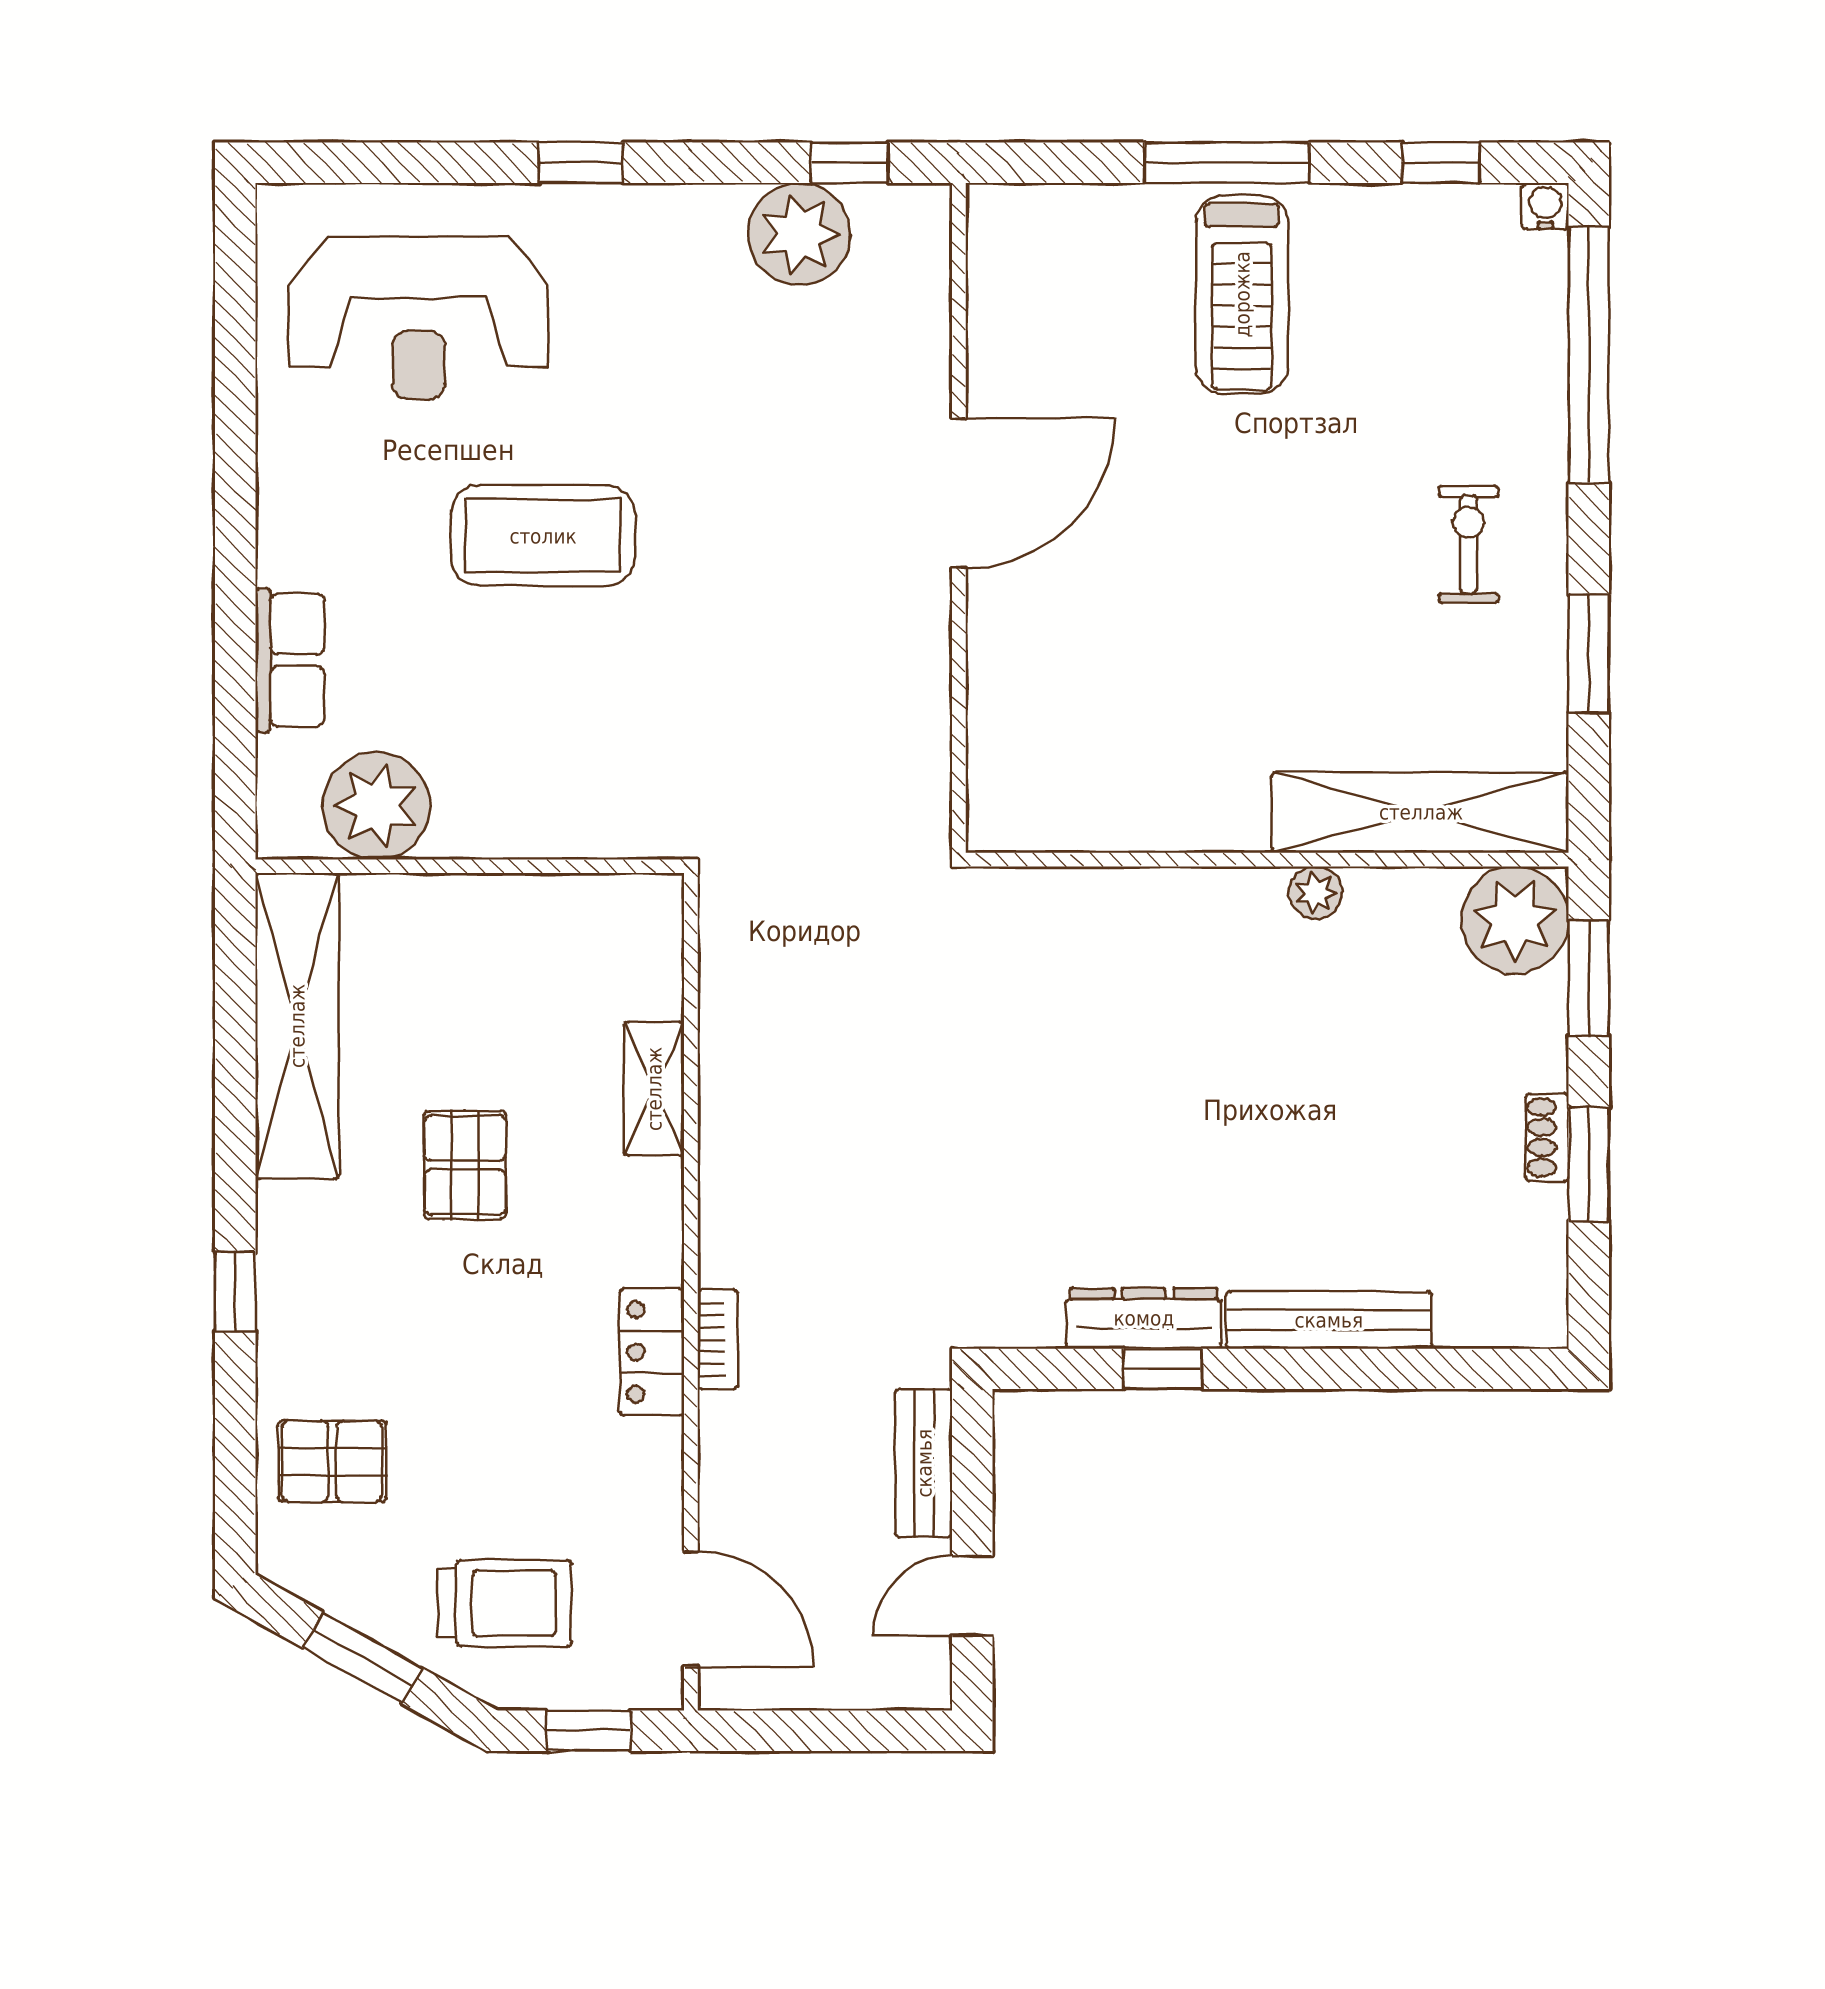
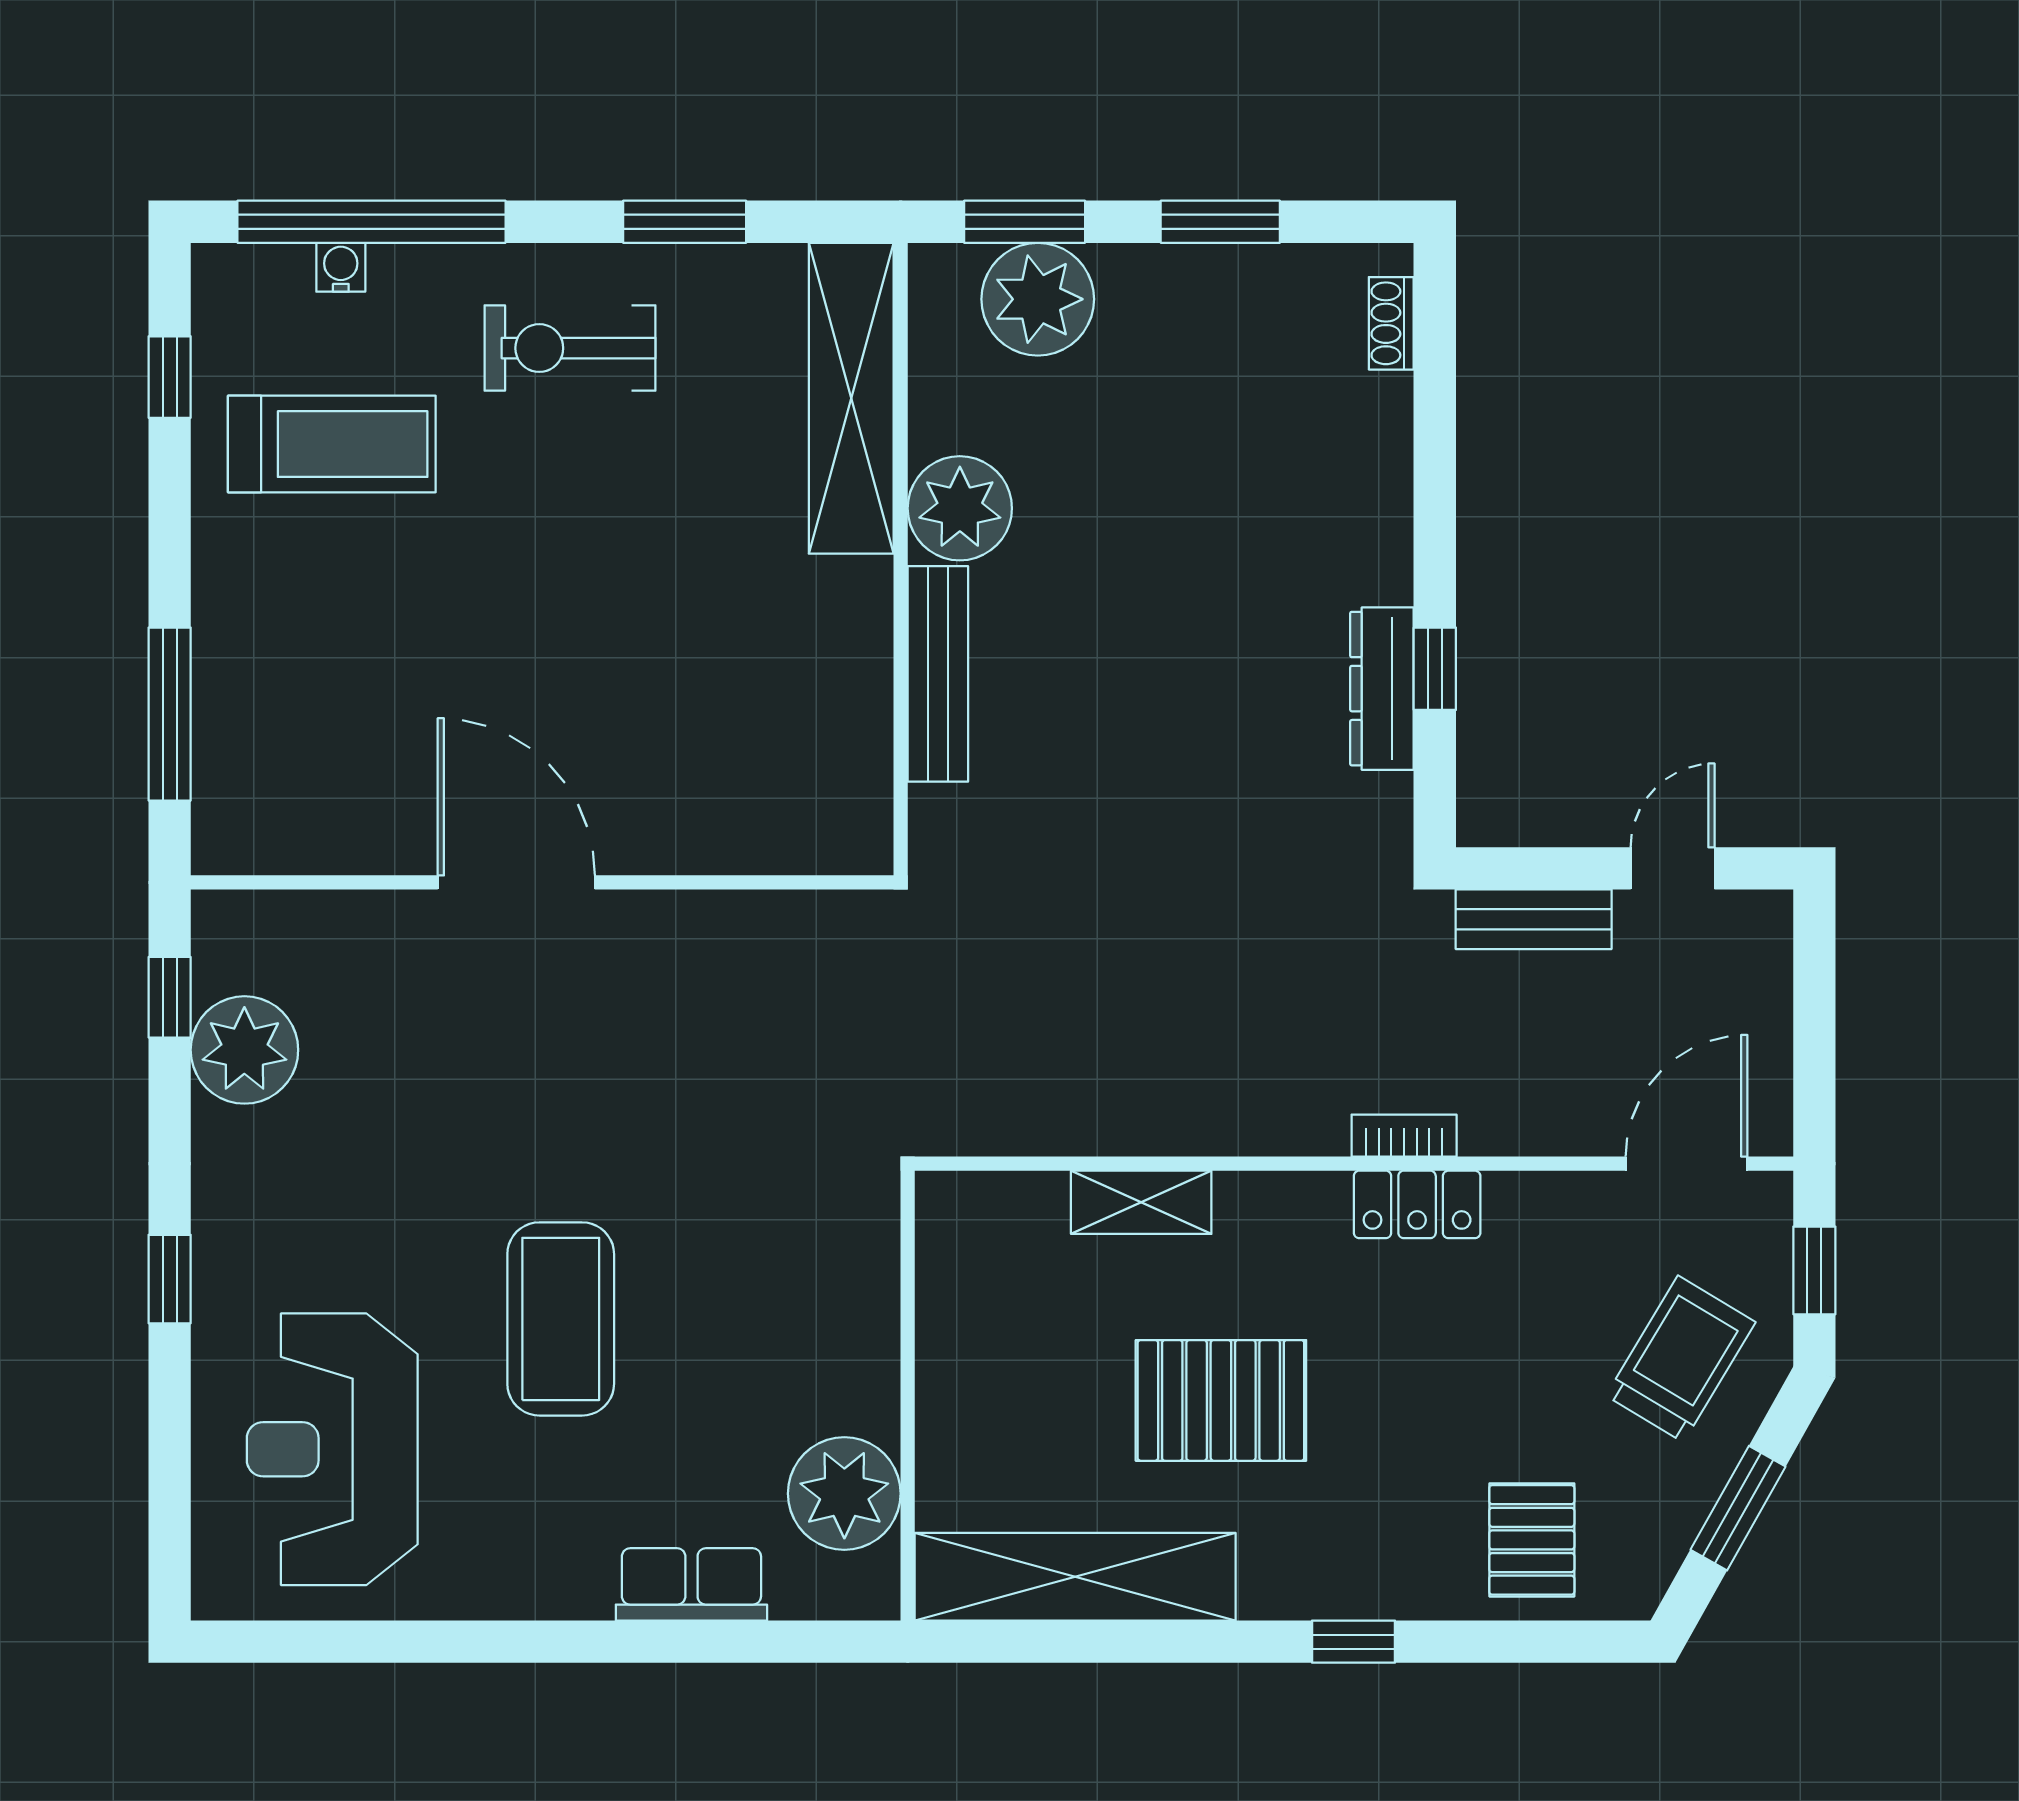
window: (1227, 163) -> (170, 714), moved
water cooler: (1545, 206) -> (341, 267), moved, turned 90
treadmill: (1242, 294) -> (332, 444), moved
reception desk: (419, 318) -> (332, 1449), turned 180
exercise bike: (1468, 544) -> (570, 348), width x1.38, depth x1.39
plant: (1316, 893) -> (960, 508), width x1.88, depth x1.88
plant: (1515, 920) -> (1038, 299), moved
shoe rack: (1547, 1137) -> (1391, 323), moved, turned 90
pallet: (465, 1165) -> (1221, 1400), width x1.50, depth x1.42
bench: (1329, 1320) -> (938, 674), moved
door: (972, 1596) -> (1673, 868), swing flipped
trolley: (505, 1603) -> (1681, 1359), turned 31

